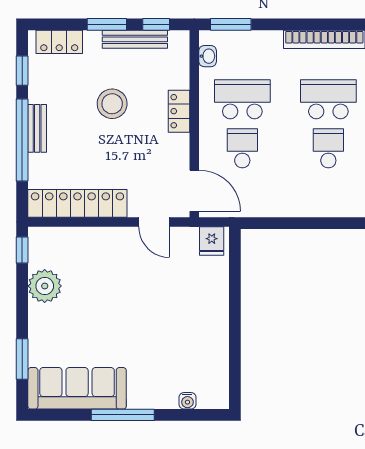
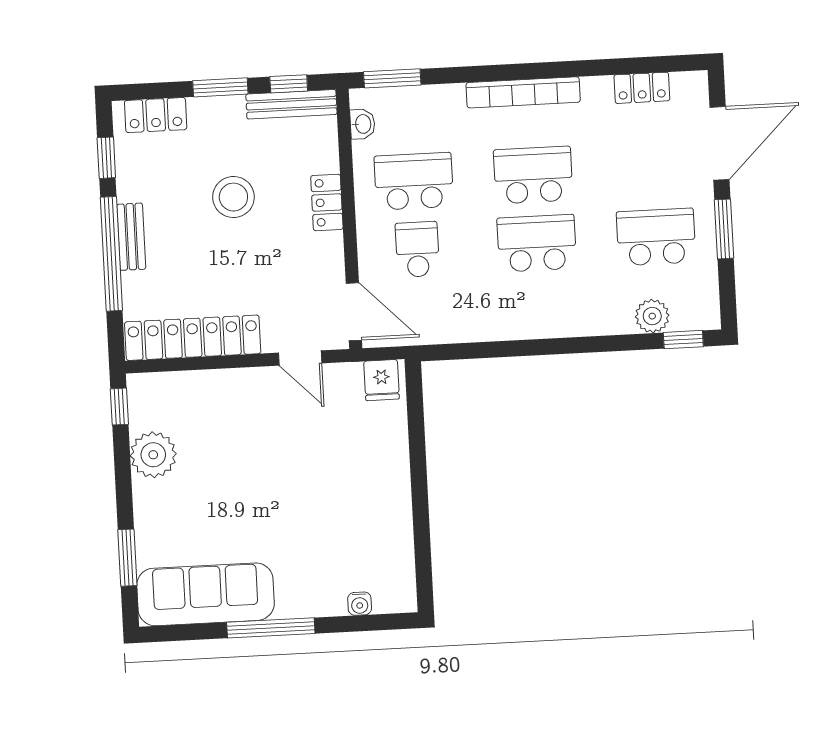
bench: (135, 39) -> (291, 104), moved
school desk: (328, 148) -> (537, 243), width x1.85

